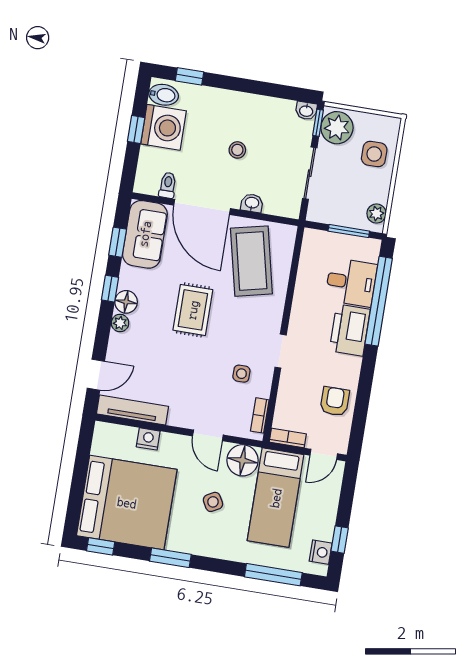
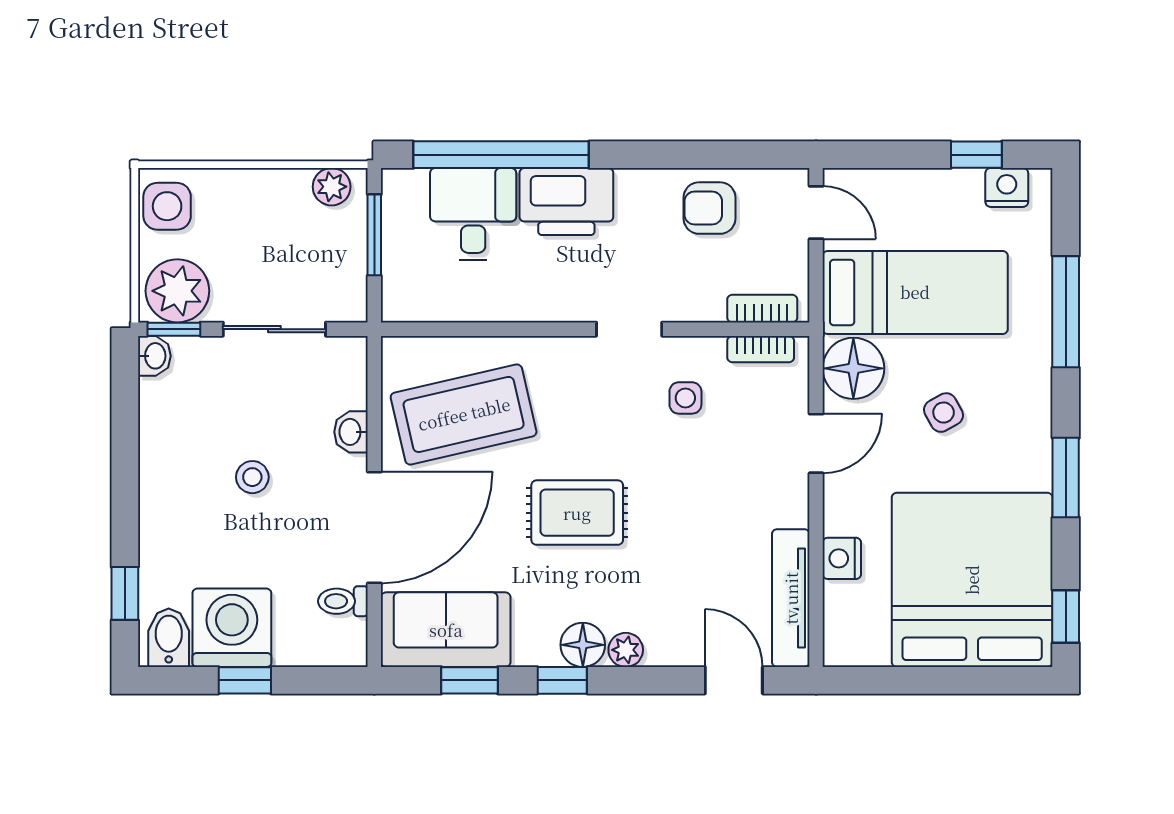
side table: (374, 154) -> (167, 206), moved
bookcase: (288, 438) -> (762, 309), moved, turned 90
window: (273, 575) -> (1066, 312), moved

